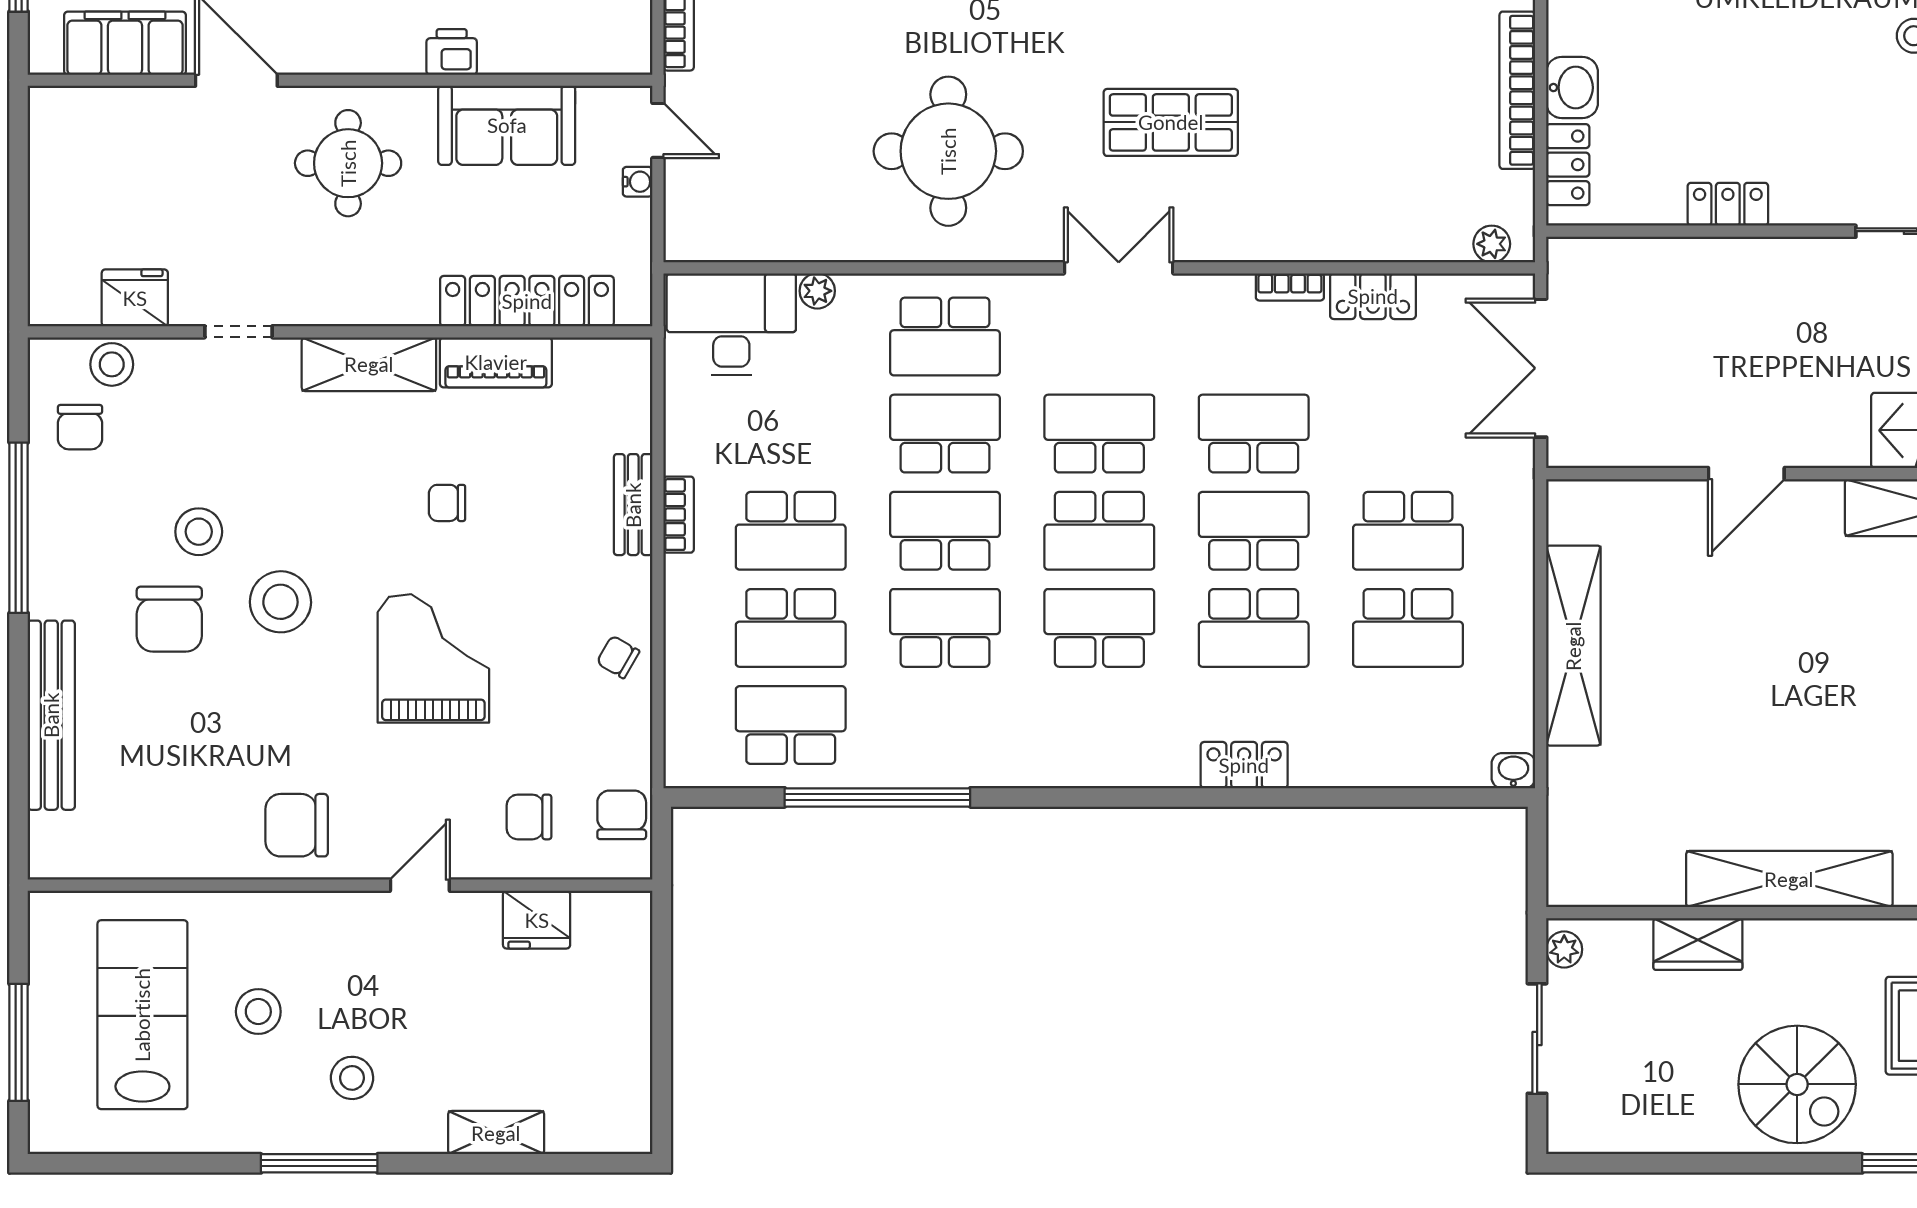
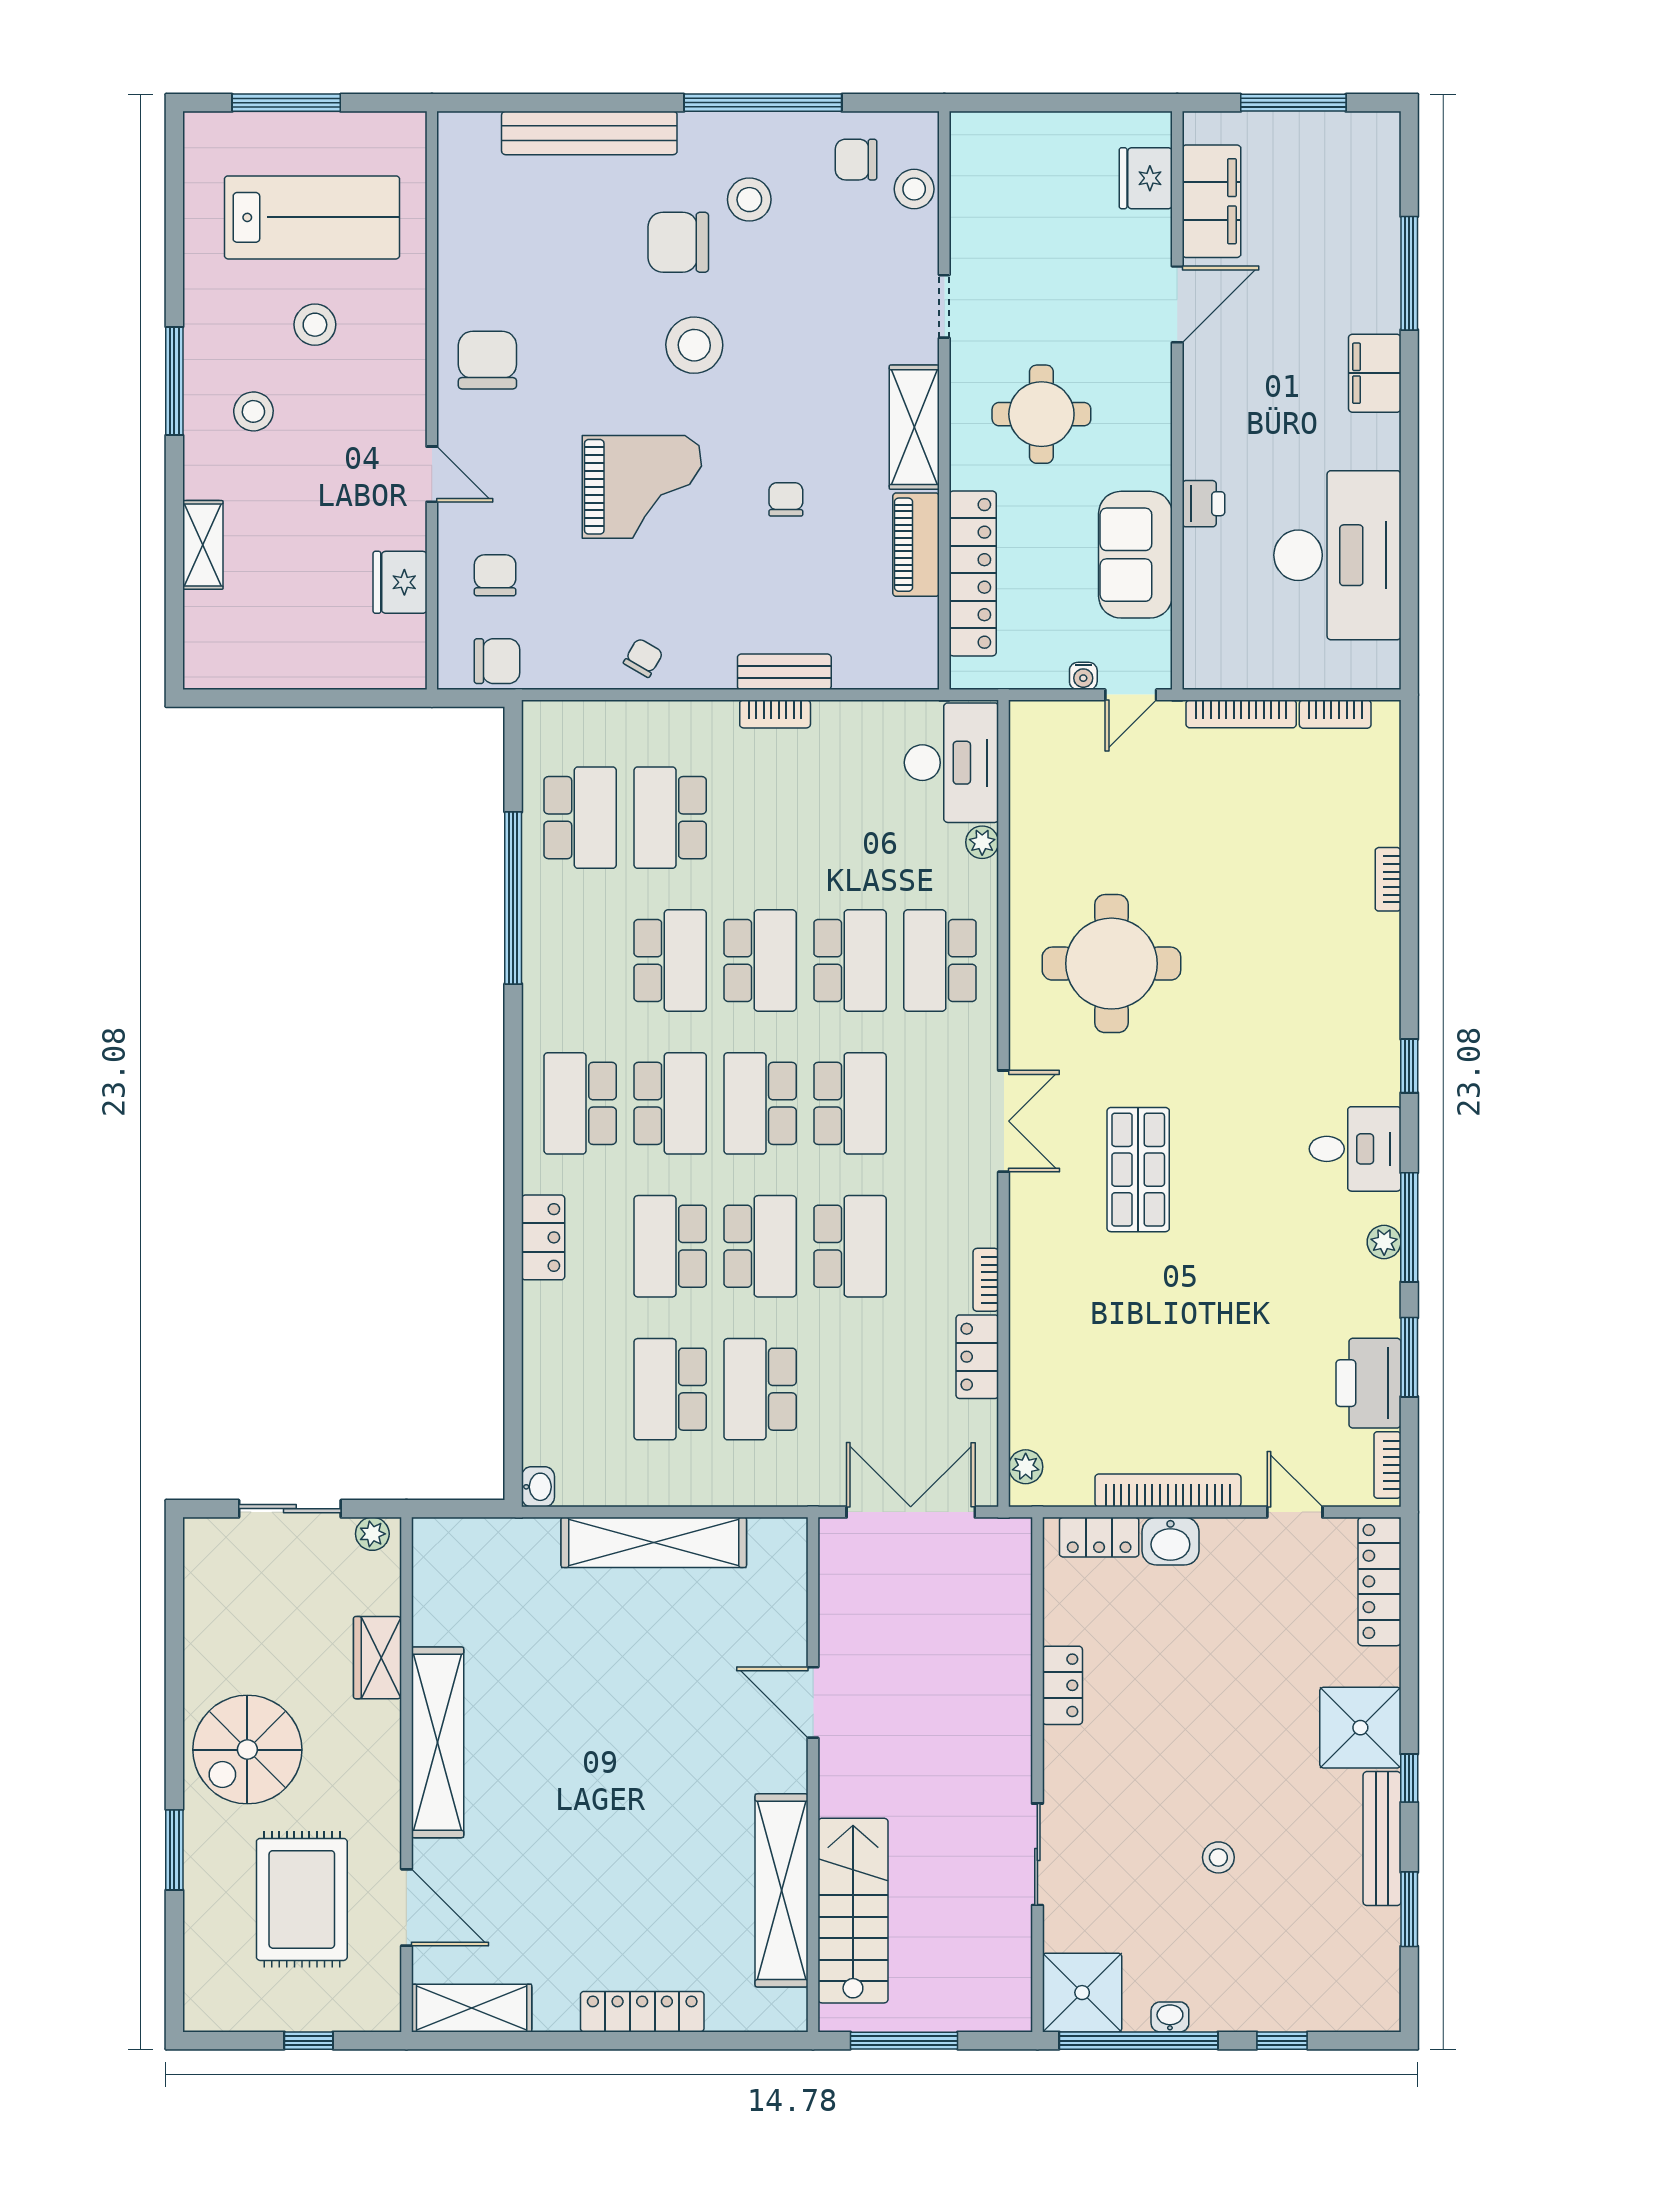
round table: (348, 163) -> (1041, 414), moved
fridge: (135, 298) -> (1146, 178), moved, turned 180
school desk: (791, 531) -> (580, 1103), moved
stool: (199, 532) -> (749, 200), moved

